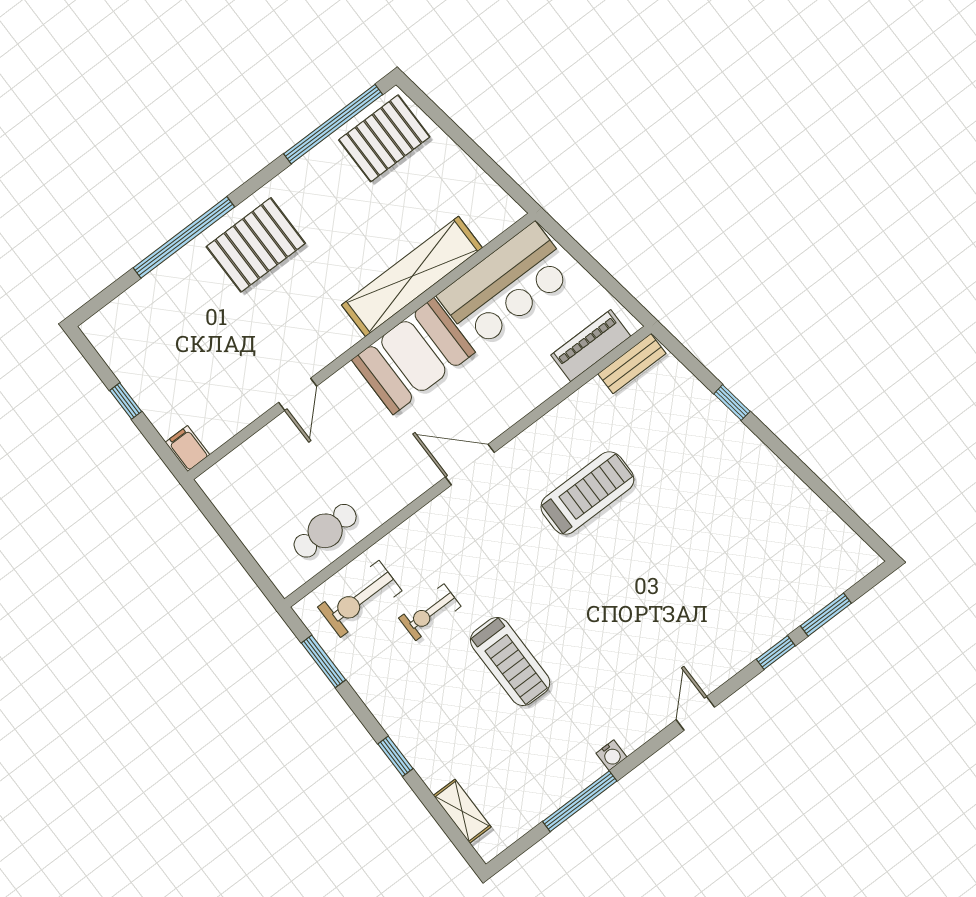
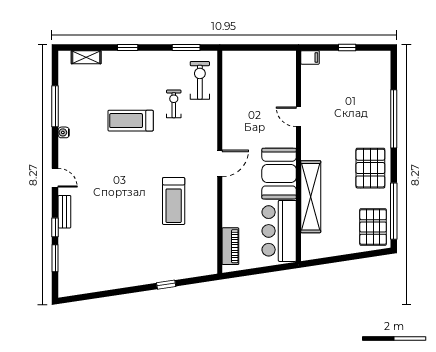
pallet: (256, 245) -> (370, 168), moved
bench: (632, 364) -> (64, 212), moved
cafe table: (325, 531) -> (237, 87), removed

